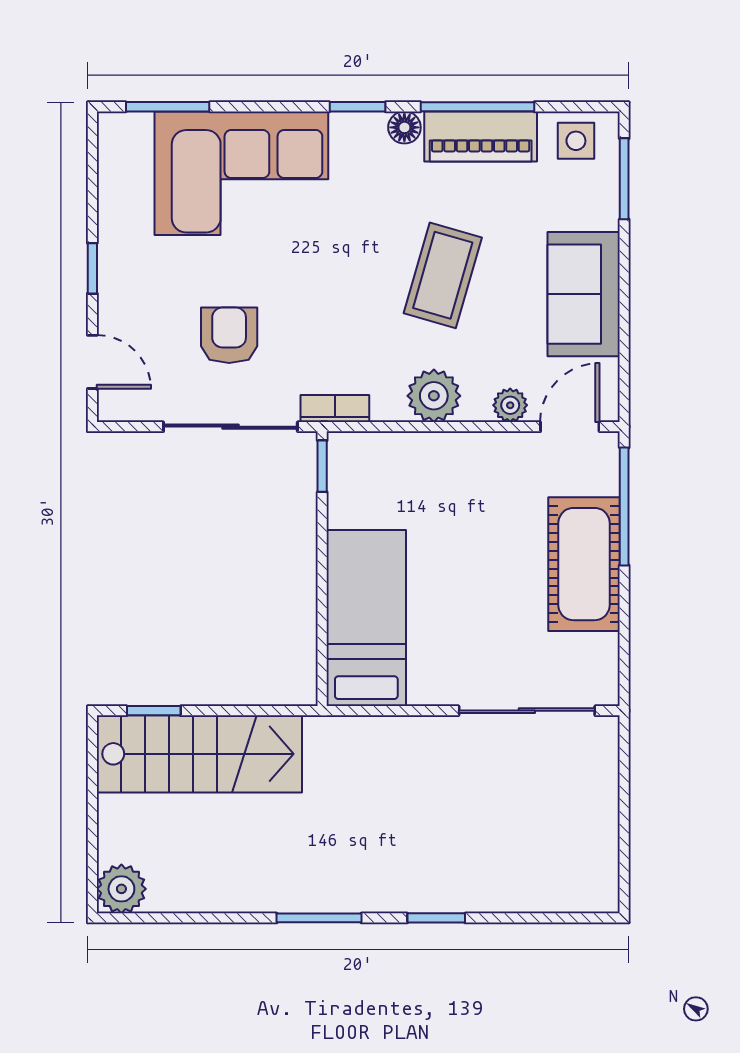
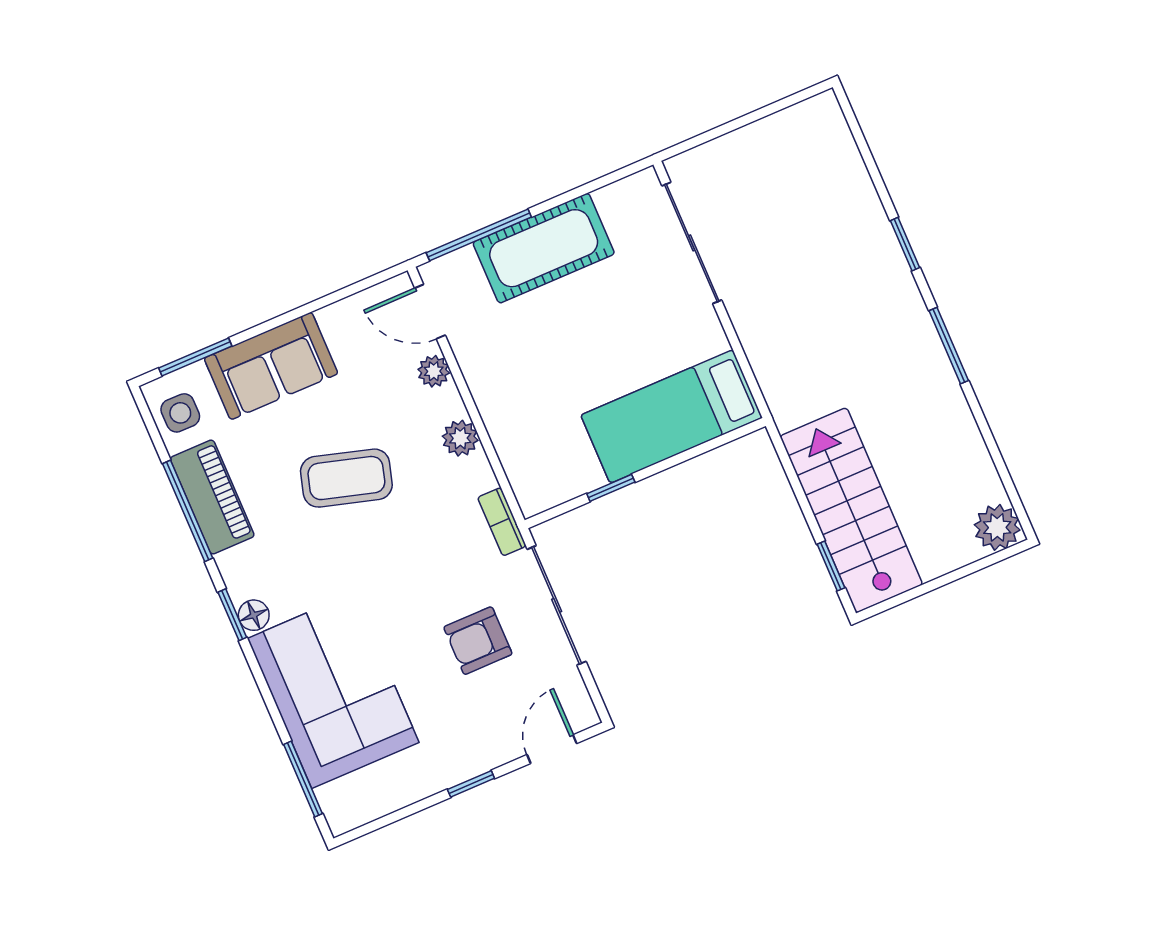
floor lamp: (404, 127) -> (254, 615), moved
sofa: (584, 294) -> (271, 366), moved
plant: (434, 396) -> (460, 438), width x0.73, depth x0.73
window: (322, 466) -> (611, 488), moved

